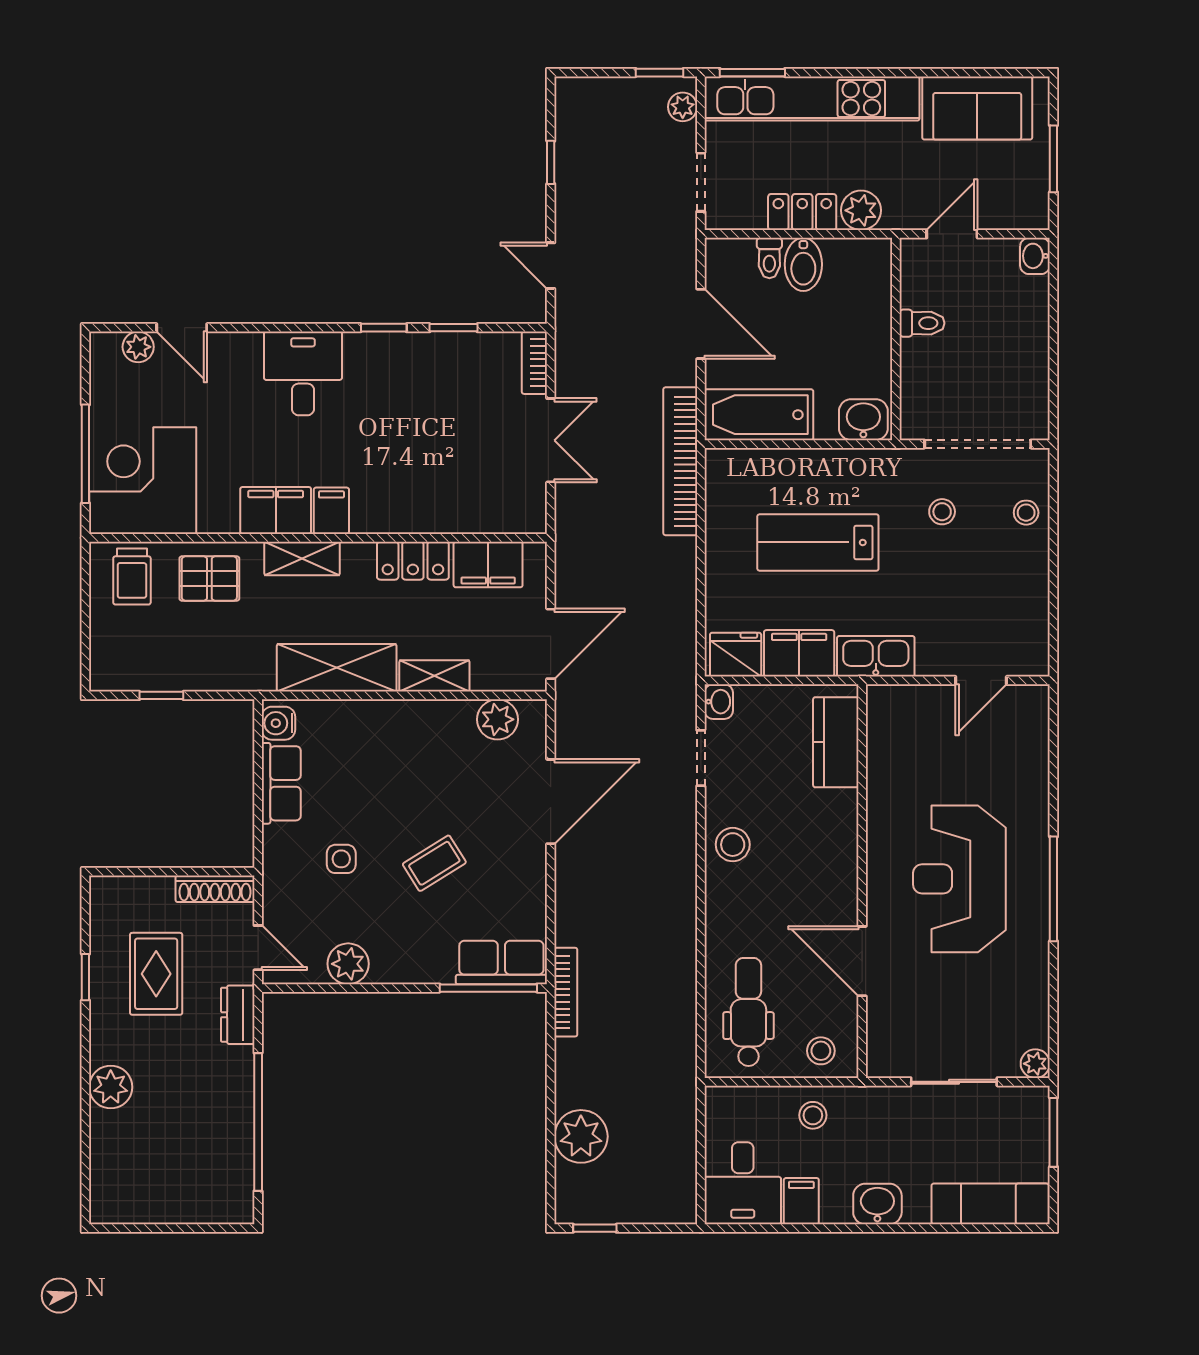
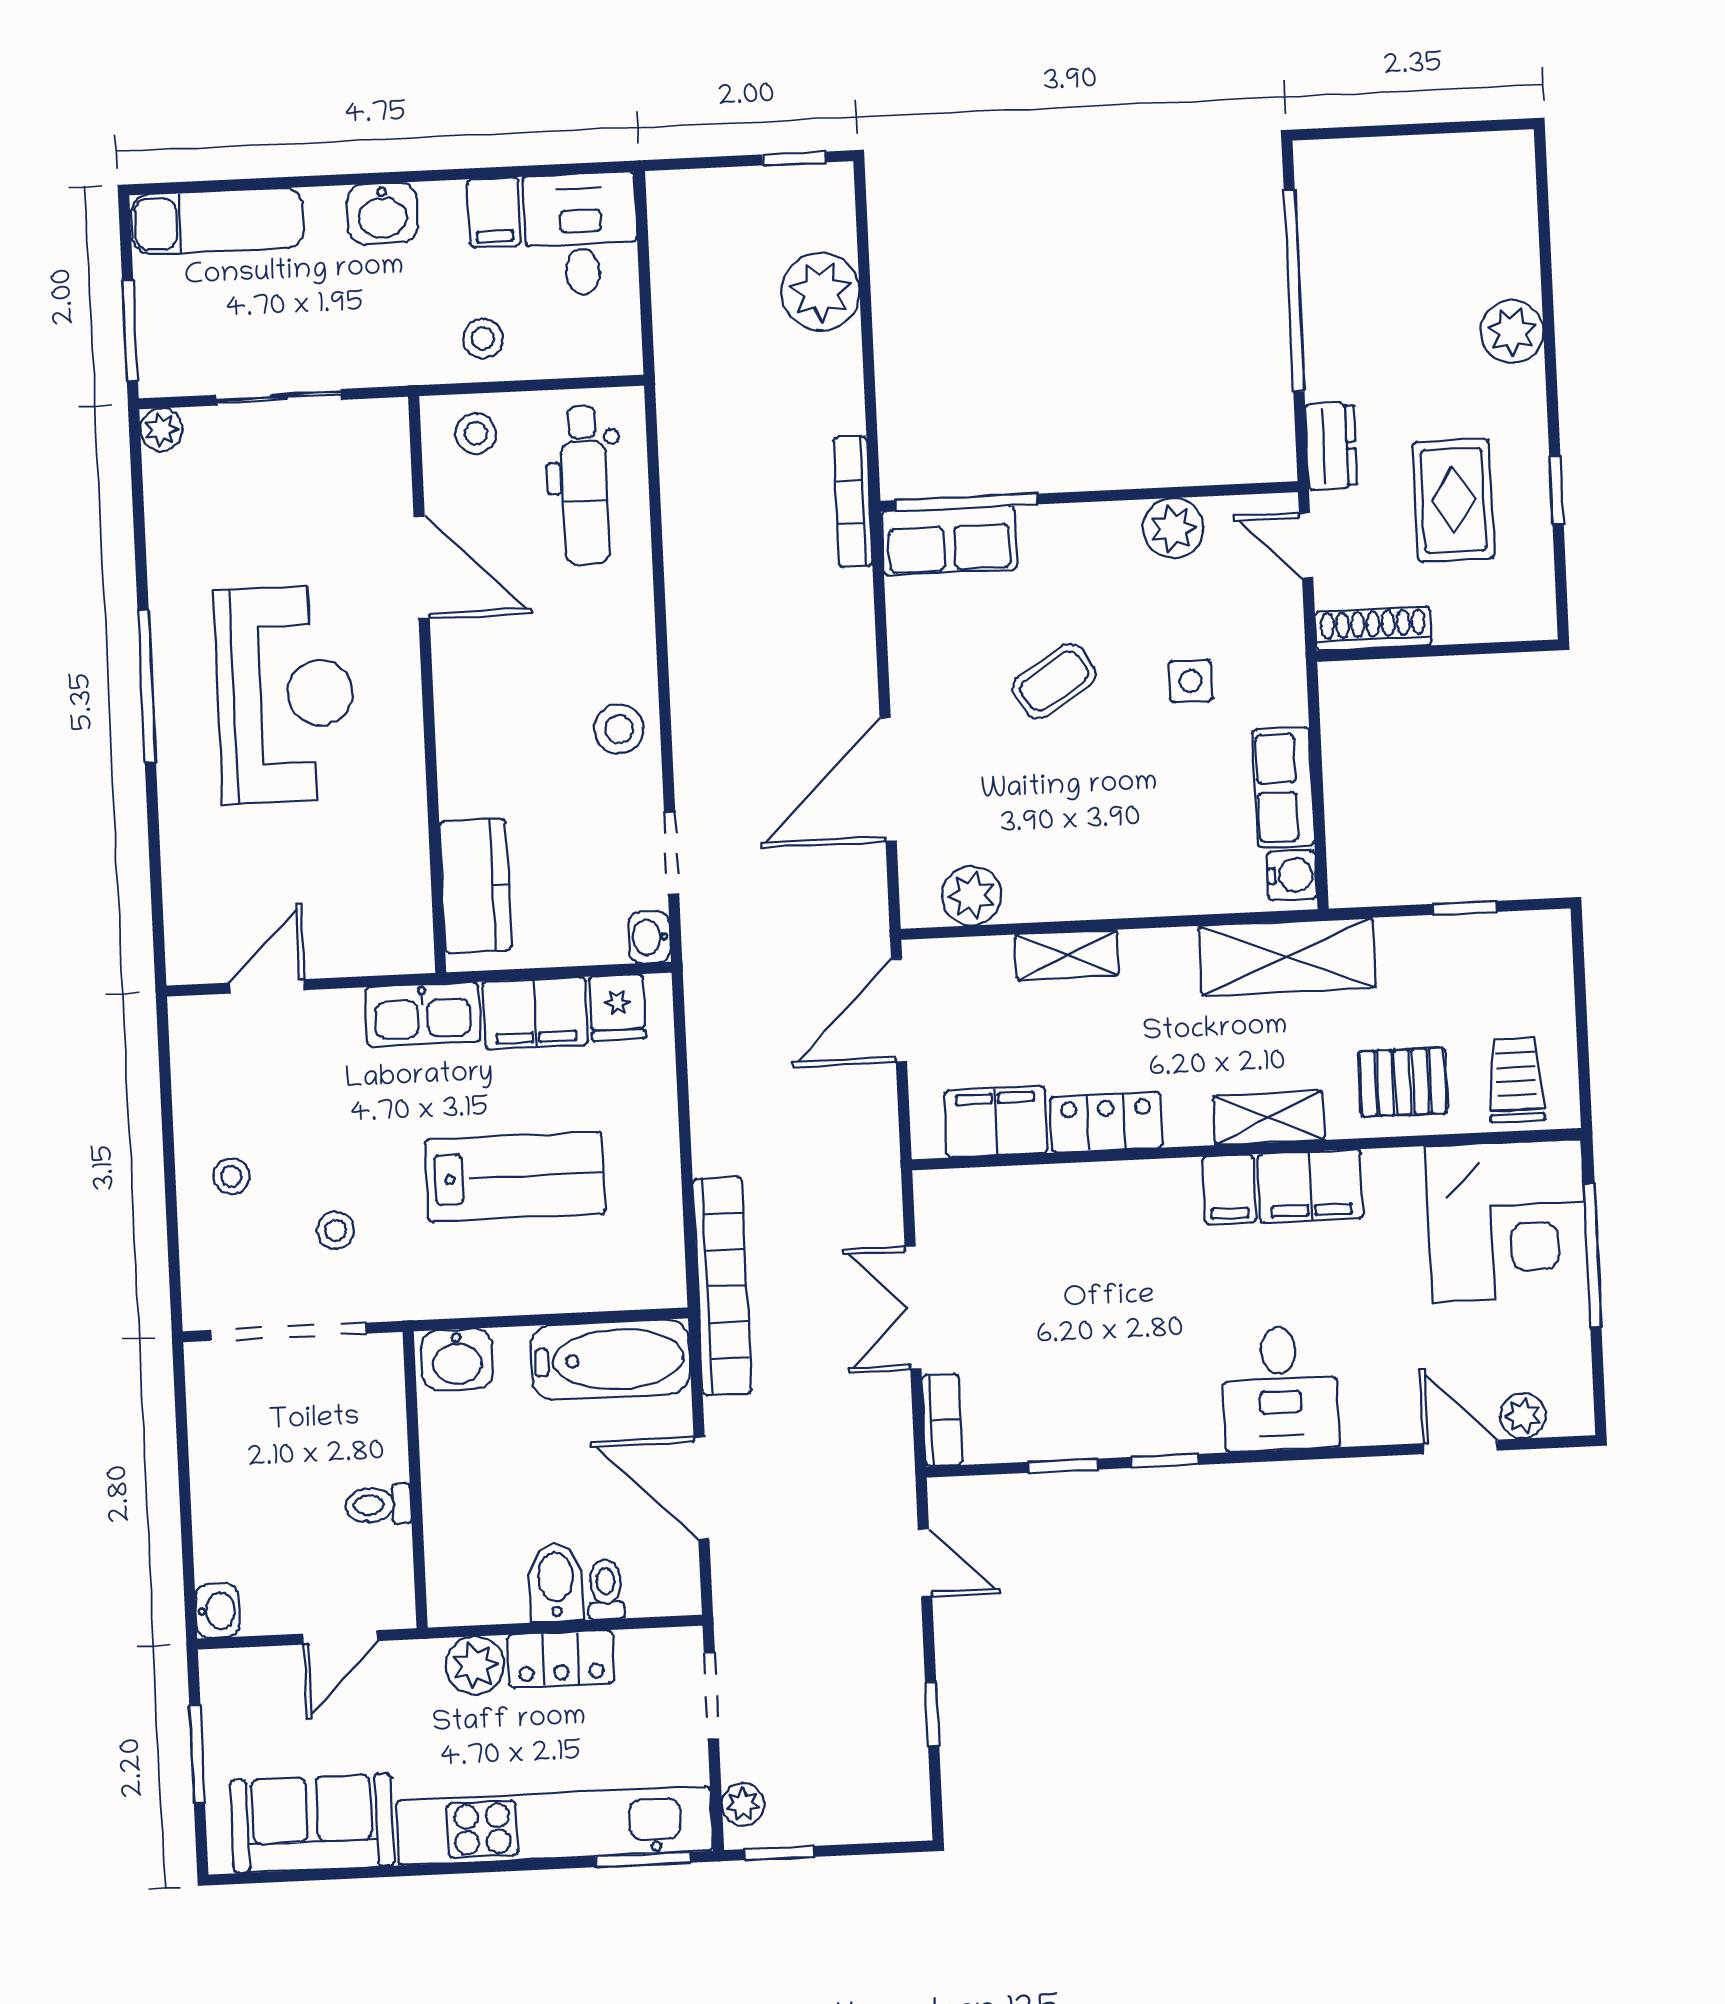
stool: (1026, 513) -> (232, 1176), moved
fridge: (736, 655) -> (618, 1008), width x0.72
shelving: (337, 668) -> (1287, 957), moved

